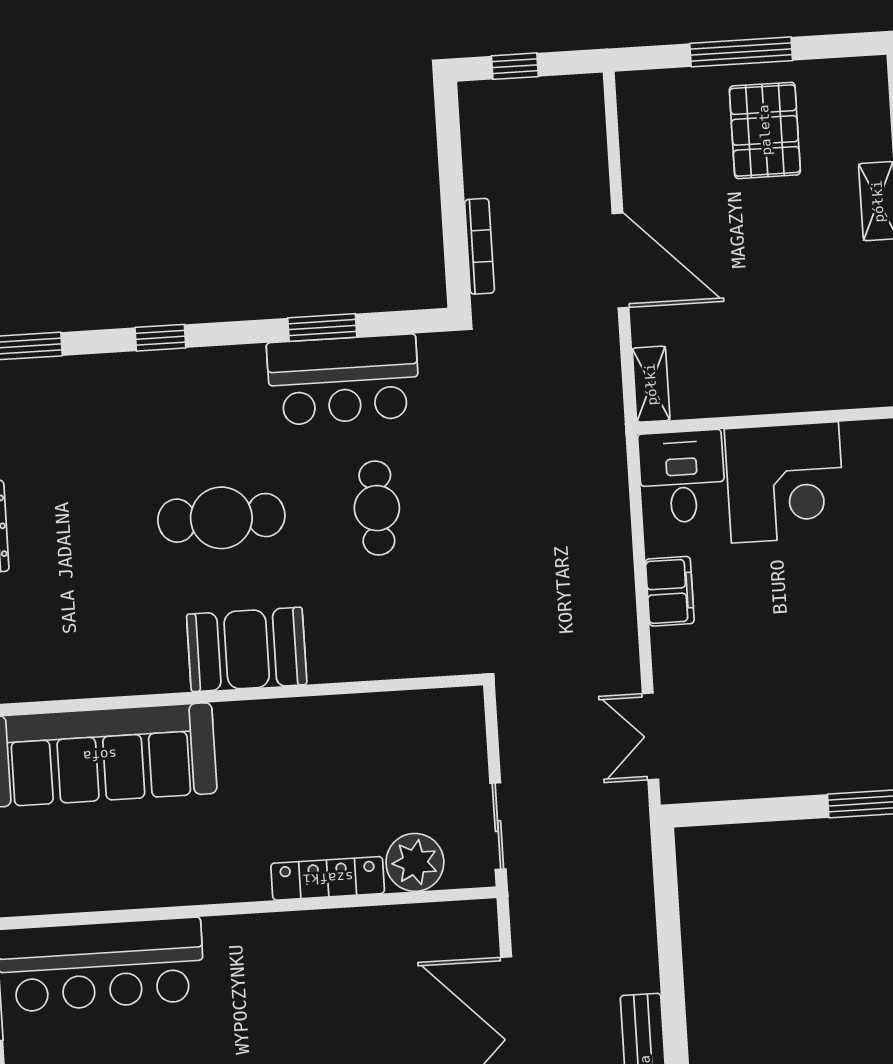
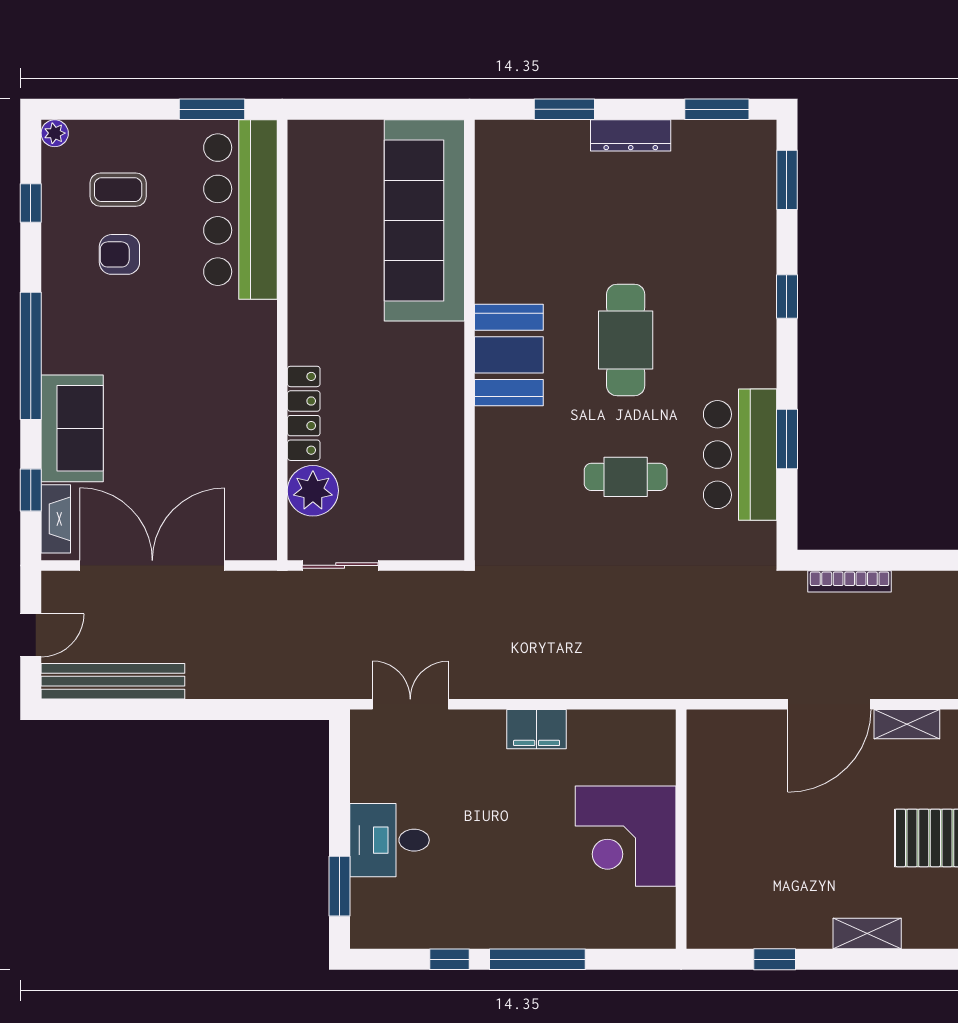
shelving: (651, 384) -> (907, 724), moved
desk: (682, 477) -> (390, 840), moved, turned 180

